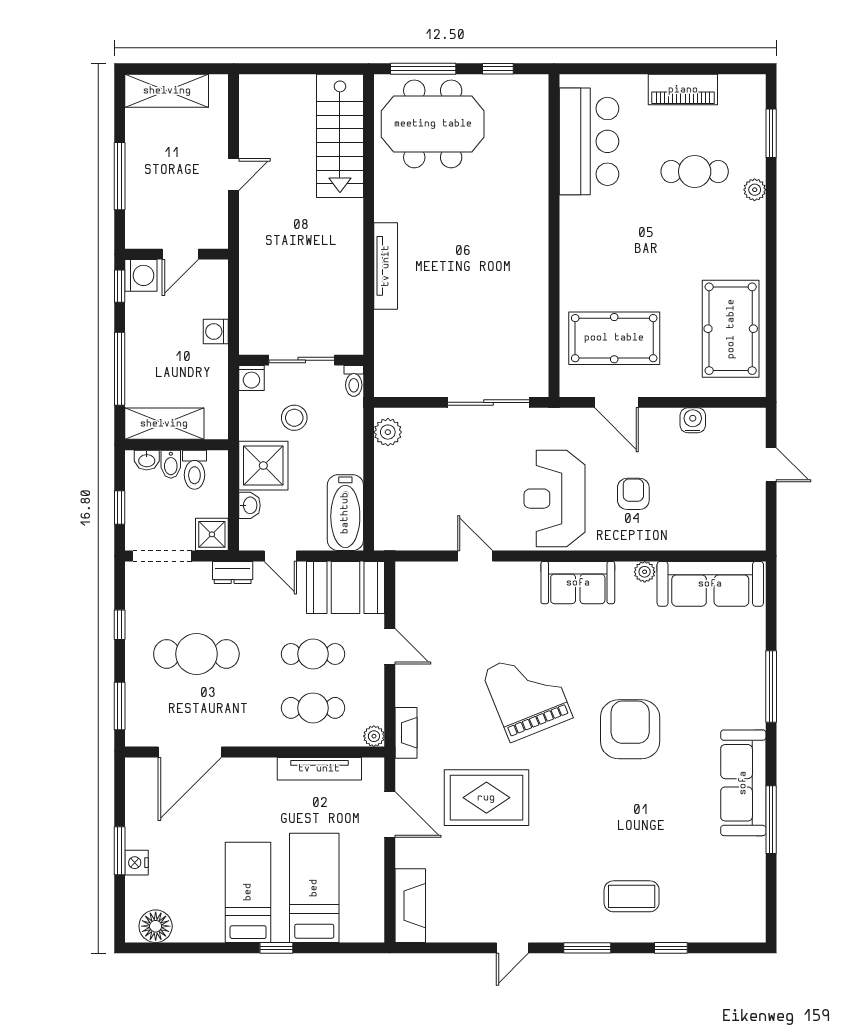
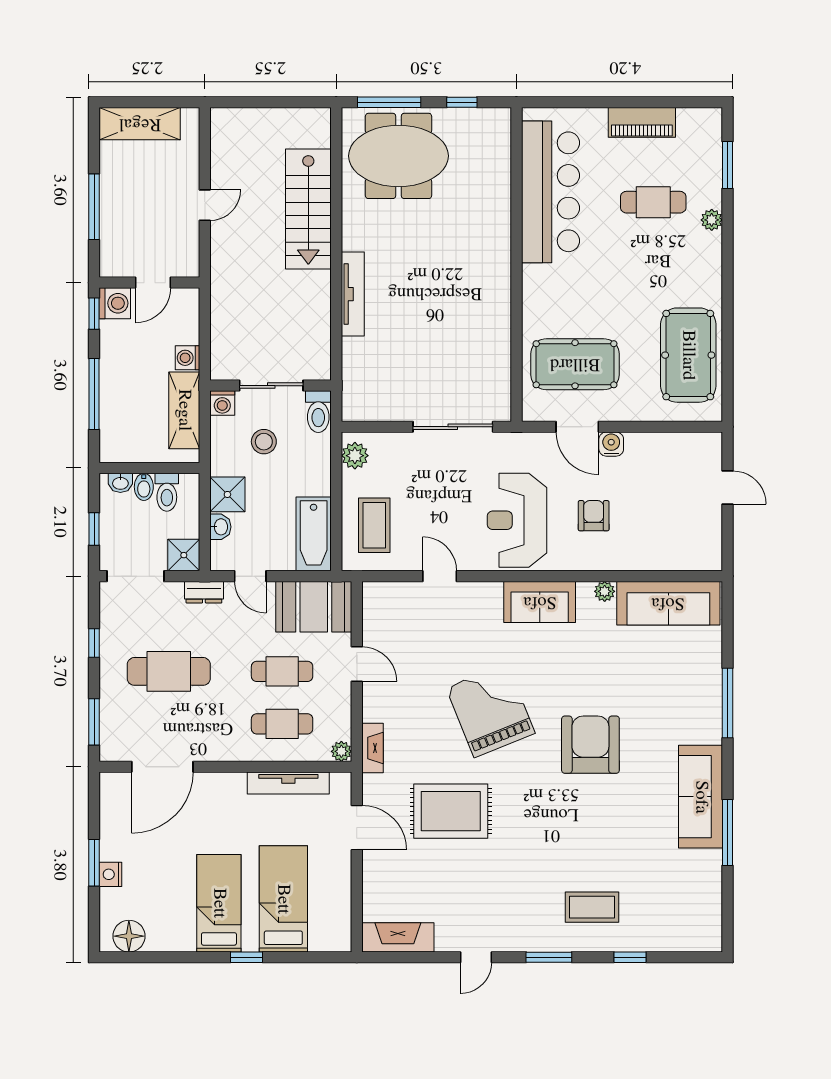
stairs: (340, 136) -> (308, 209), moved
bar counter: (589, 141) -> (550, 192), width x1.36
toilet: (354, 381) -> (318, 412), width x1.37, depth x1.39
water cooler: (693, 420) -> (611, 444), moved
shelving: (164, 424) -> (184, 410), moved, turned 90
shower: (263, 466) -> (227, 494), width x0.73, depth x0.73
coffee table: (408, 504) -> (374, 525), added
fireplace: (410, 906) -> (398, 937), moved, turned -90

